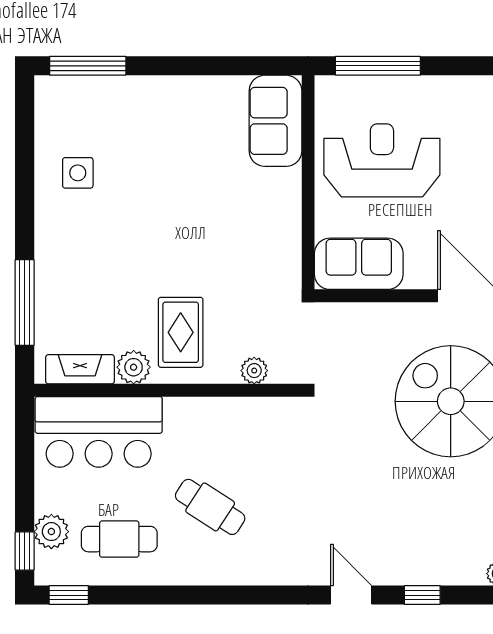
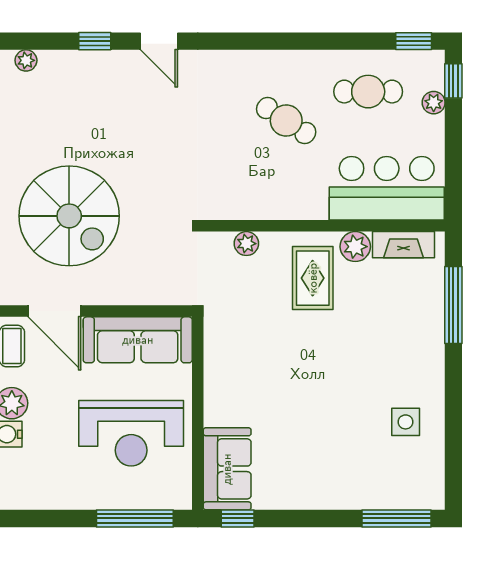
window: (264, 66) -> (238, 518), added
sofa: (359, 264) -> (138, 340), width x1.36
plant: (51, 532) -> (434, 103), width x0.73, depth x0.73

